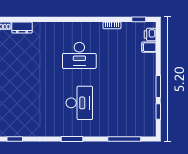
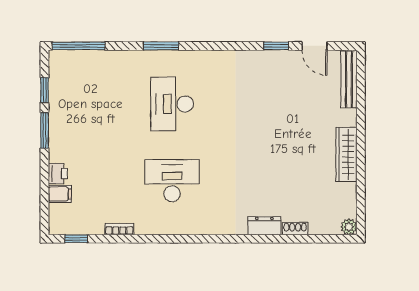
printer: (150, 34) -> (58, 174), moved
window: (72, 139) -> (161, 46), moved
window: (124, 139) -> (79, 46), moved

